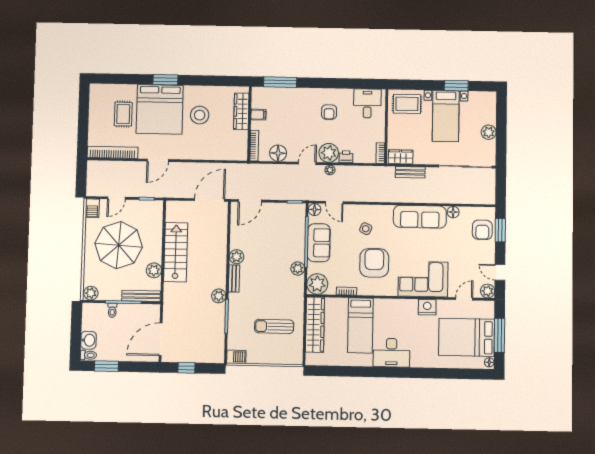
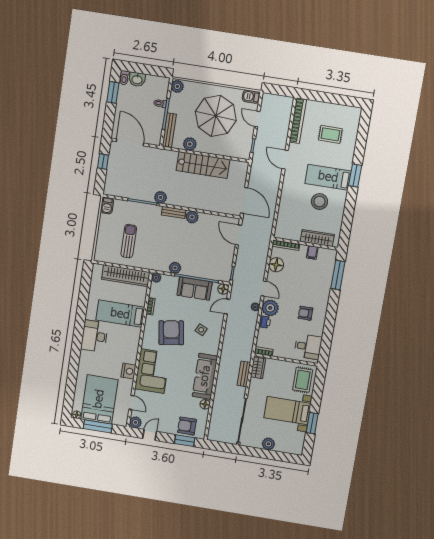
bed: (160, 109) -> (328, 177), width x0.49
armchair: (374, 263) -> (171, 333), turned -99
plant: (317, 284) -> (156, 278), width x0.53, depth x0.53

